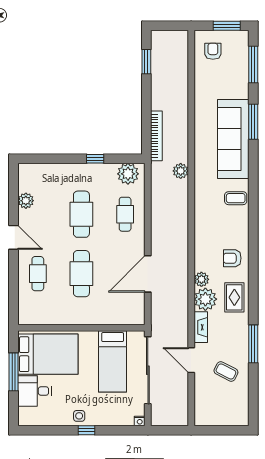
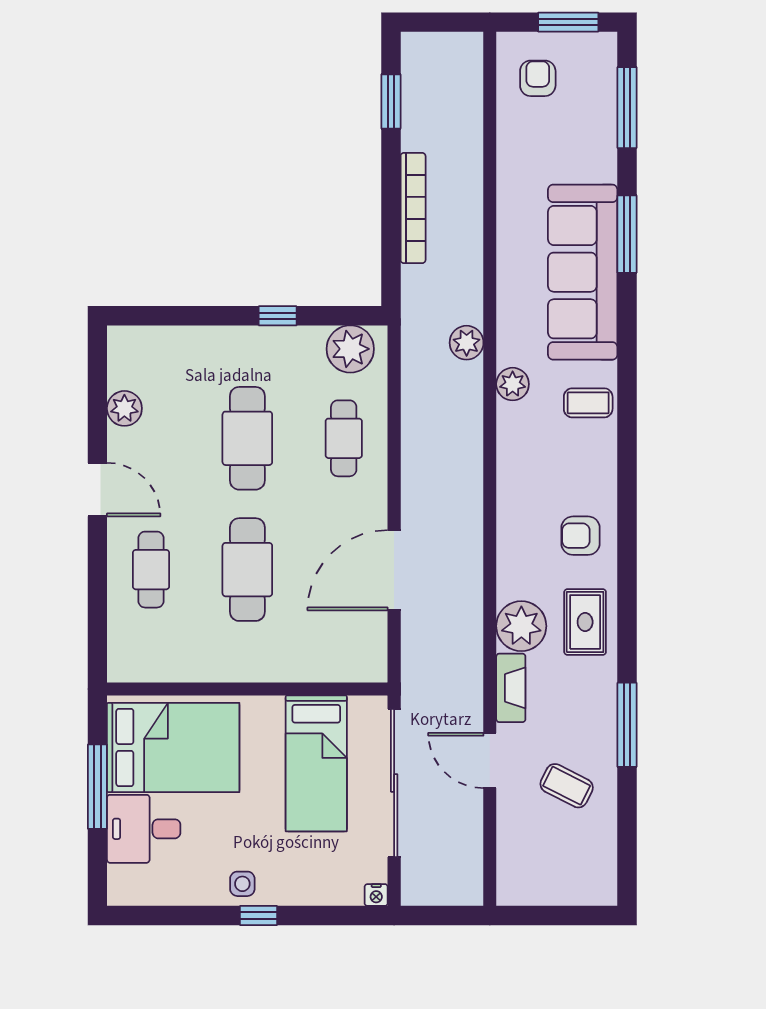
bookcase: (156, 136) -> (413, 208), moved
plant: (201, 279) -> (513, 384), moved

